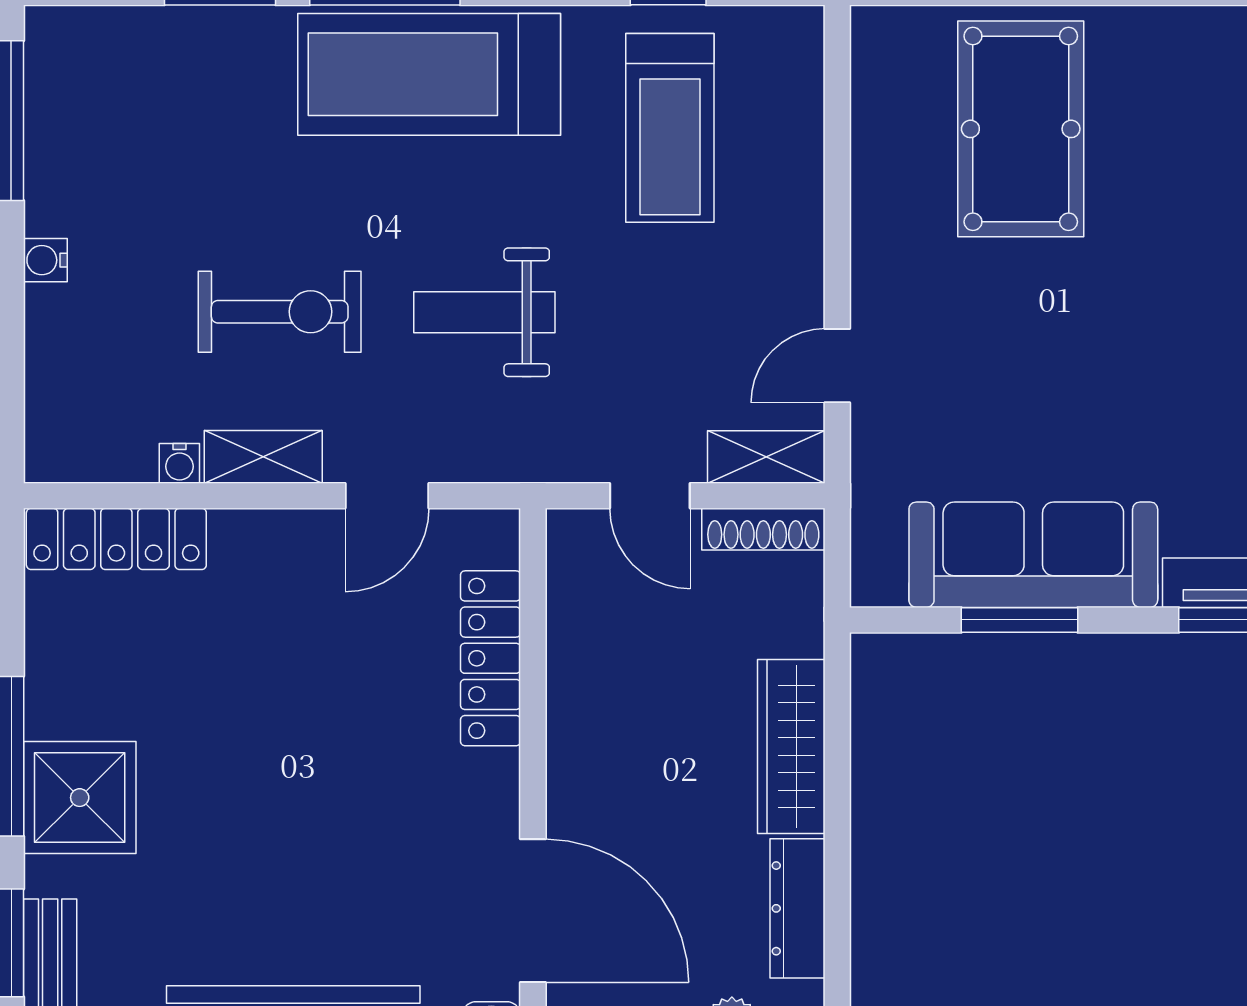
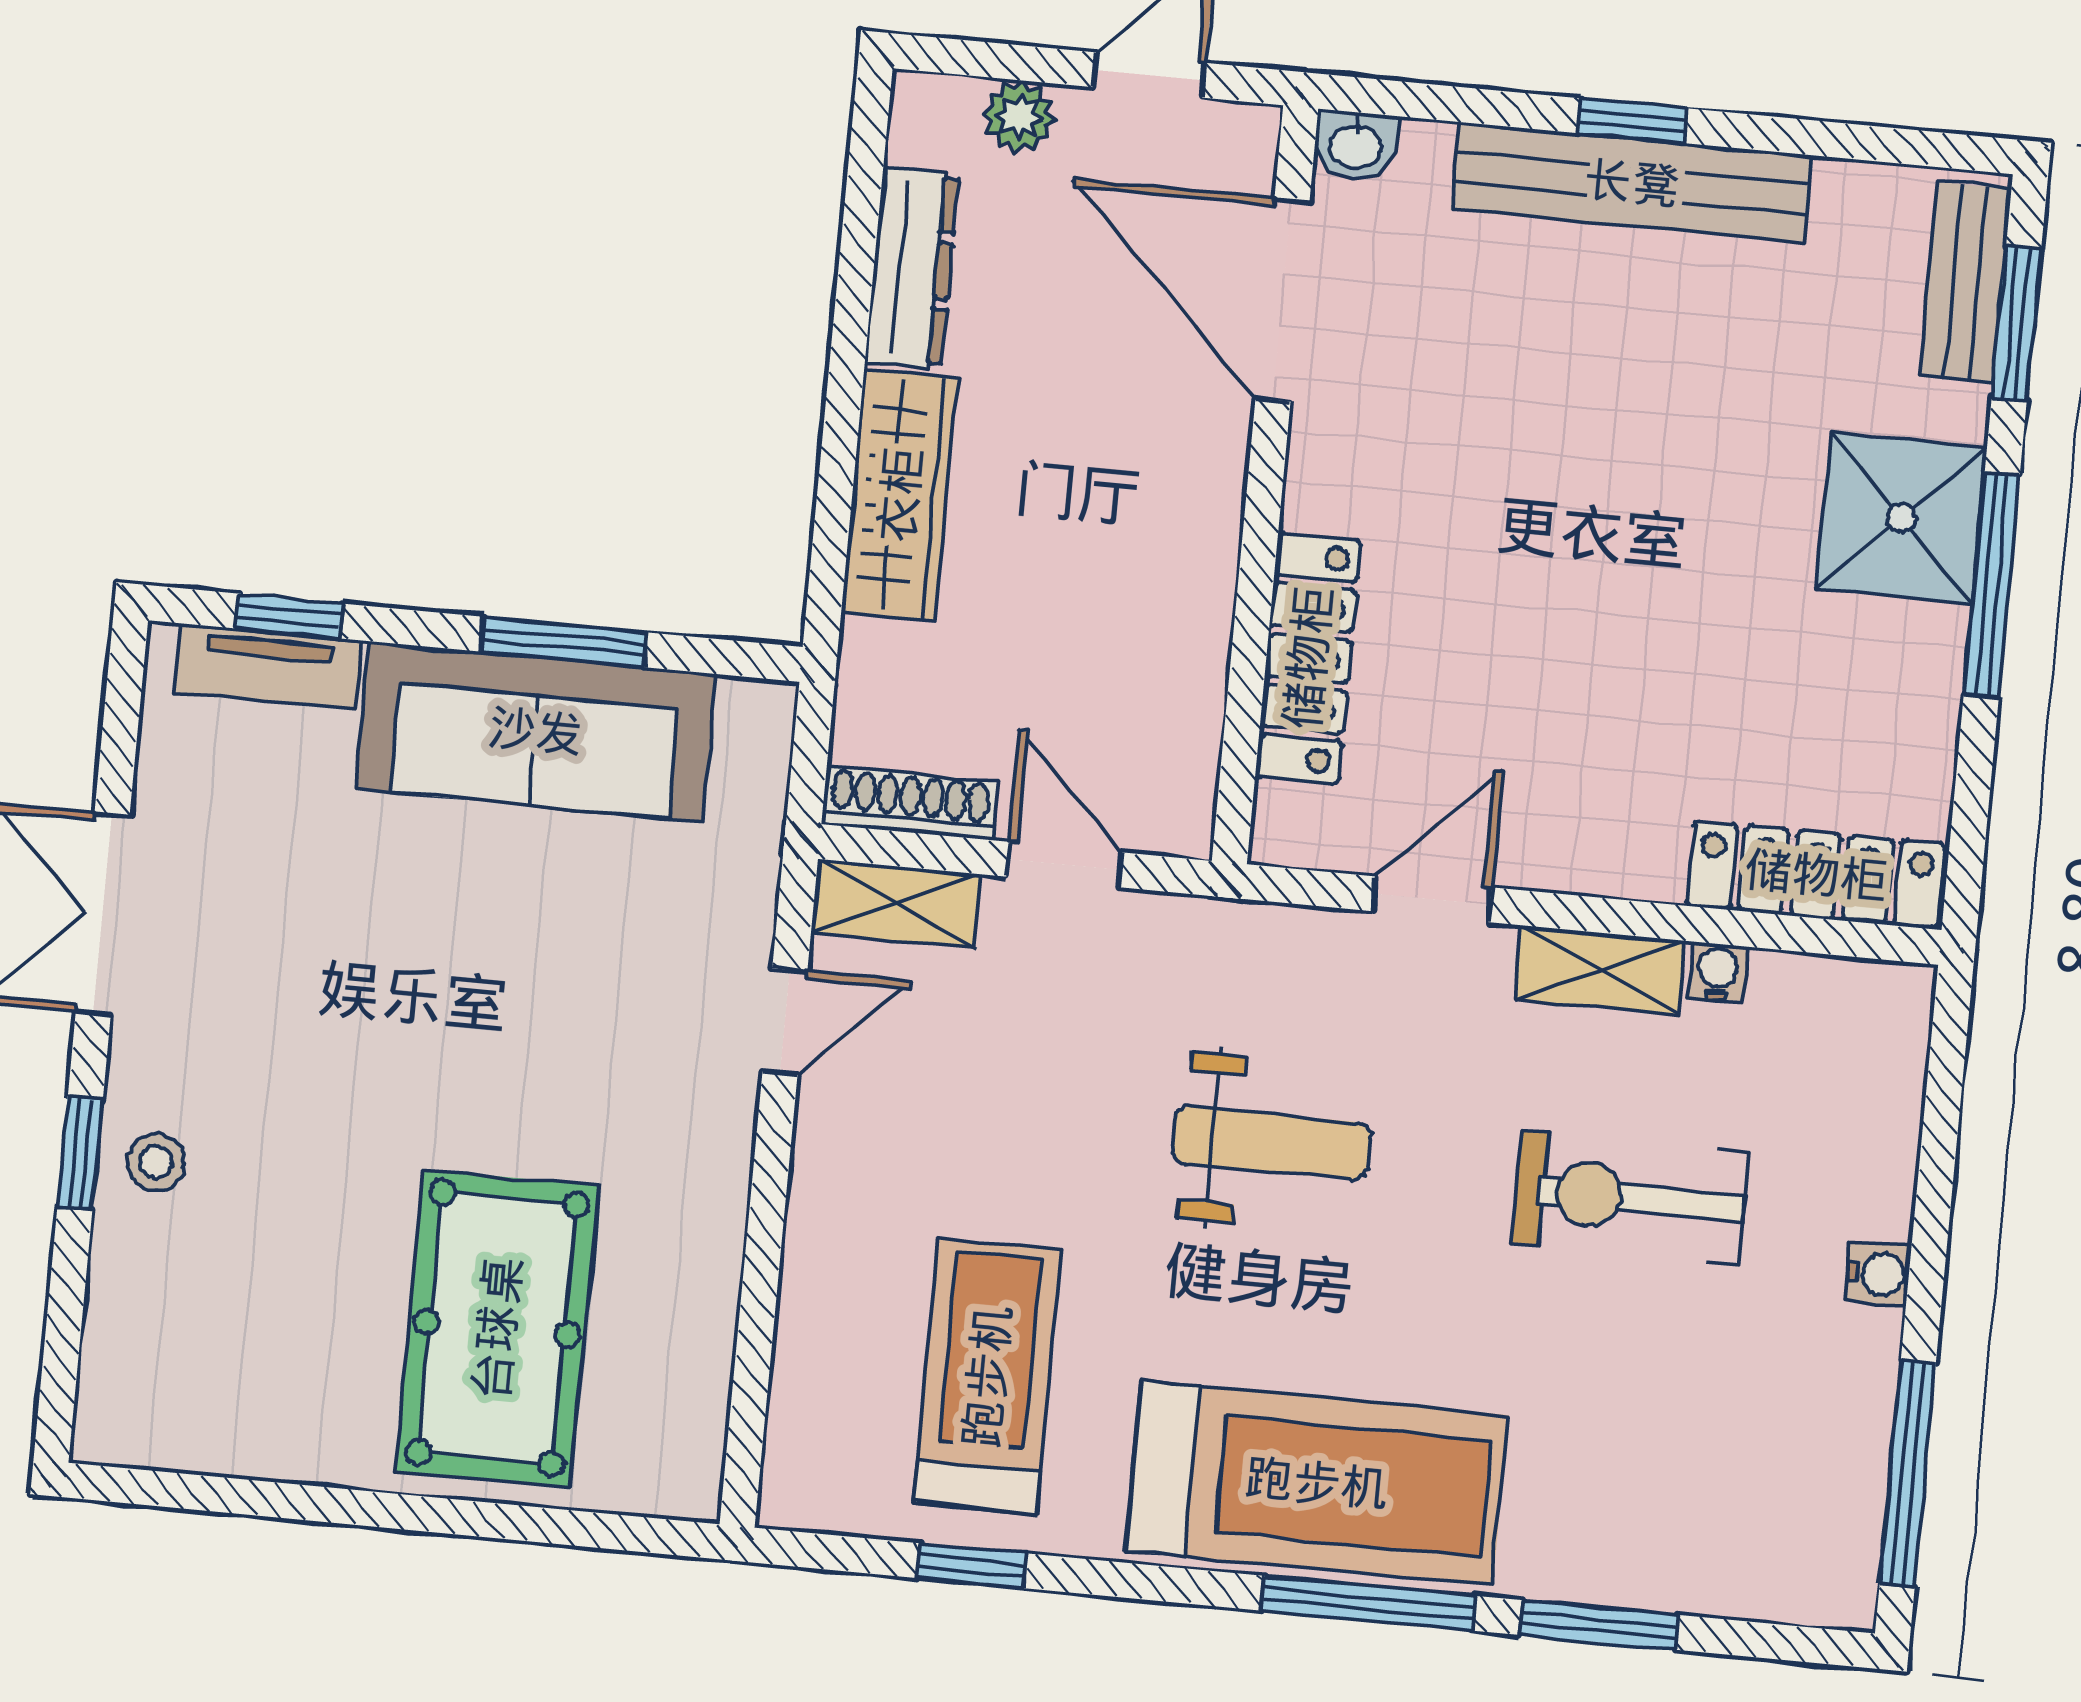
exercise bike: (280, 312) -> (1630, 1198), moved

